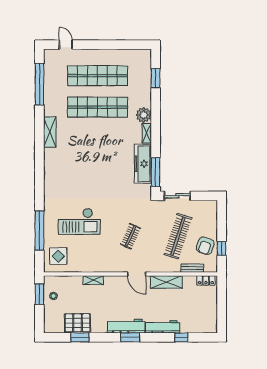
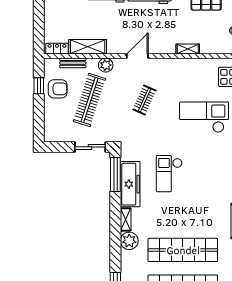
checkout: (109, 173) -> (169, 174), added
armchair: (205, 246) -> (58, 89), turned 71
plant: (164, 266) -> (106, 65), added
door: (137, 274) -> (137, 56), hinge flipped
shelving: (166, 282) -> (88, 47), moved

